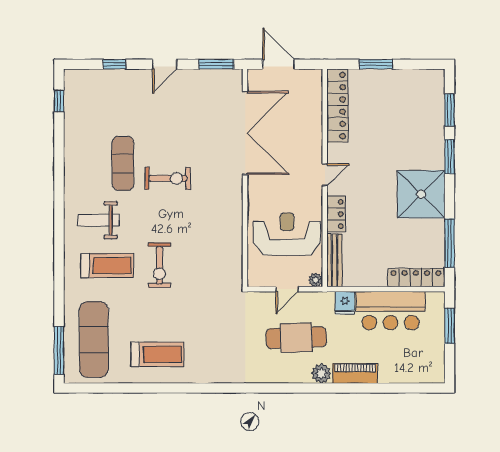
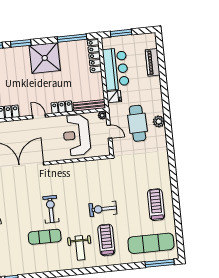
exercise bike: (159, 265) -> (103, 209), turned 180
plant: (321, 373) -> (159, 121), moved
piano: (355, 373) -> (153, 62), moved

